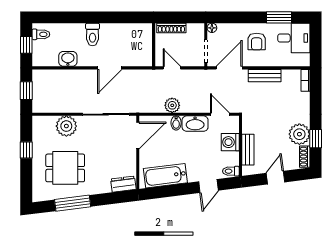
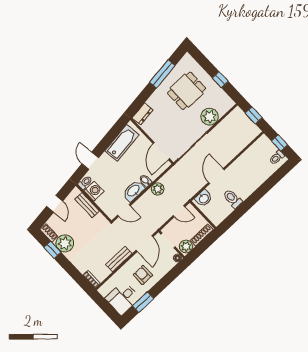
plant: (195, 31) -> (186, 246), added
toilet: (93, 34) -> (233, 199), moved
washbasin: (68, 59) -> (204, 198), moved
washing machine: (230, 142) -> (94, 191), moved

